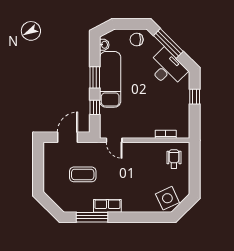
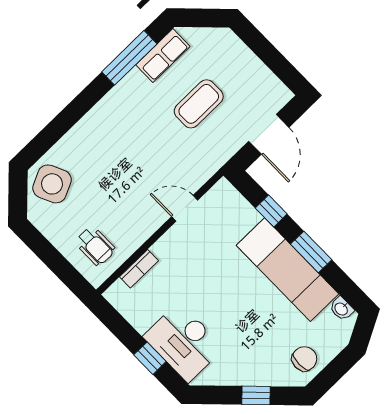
window: (168, 43) -> (256, 395), width x0.46
desk: (167, 68) -> (184, 342), moved, turned 45
door: (114, 140) -> (185, 208), moved
row of seats: (107, 206) -> (163, 56), moved

